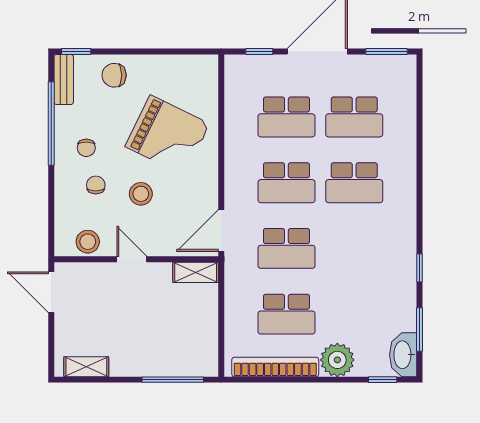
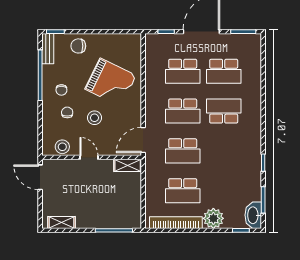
school desk: (354, 183) -> (224, 111), turned 180

